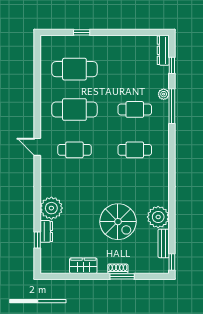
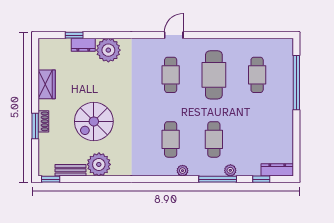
window: (82, 32) -> (296, 83), width x3.17
cafe table: (74, 69) -> (257, 75), width x0.73, depth x0.74
plant: (164, 139) -> (183, 171), added

